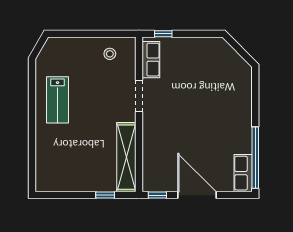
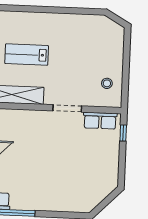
lab bench: (58, 100) -> (27, 55), moved

